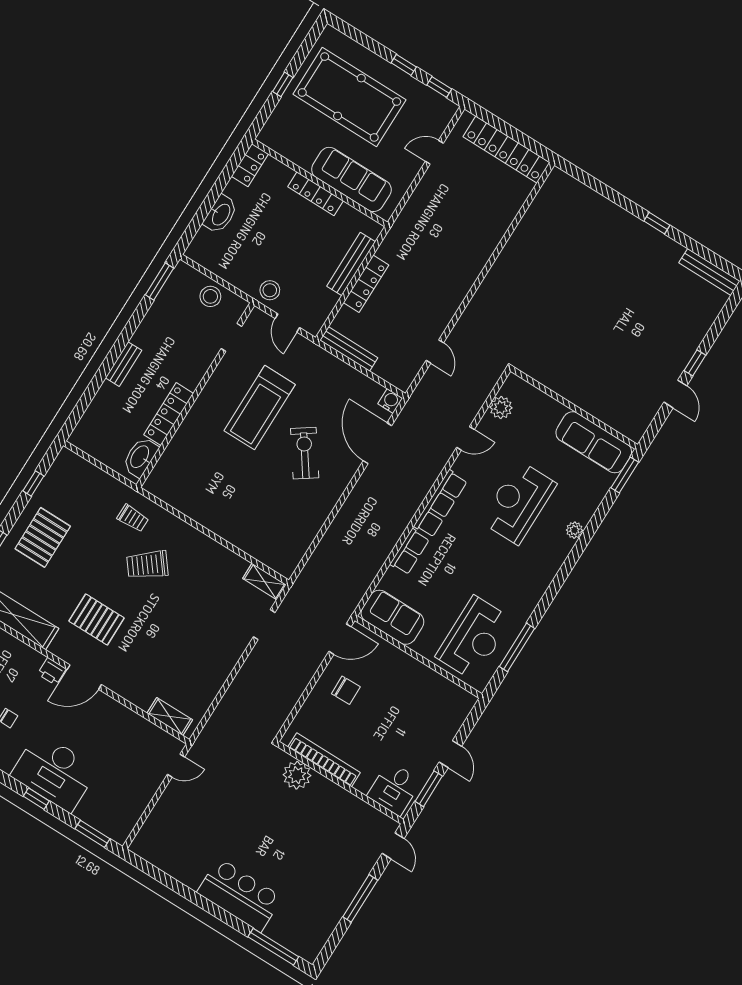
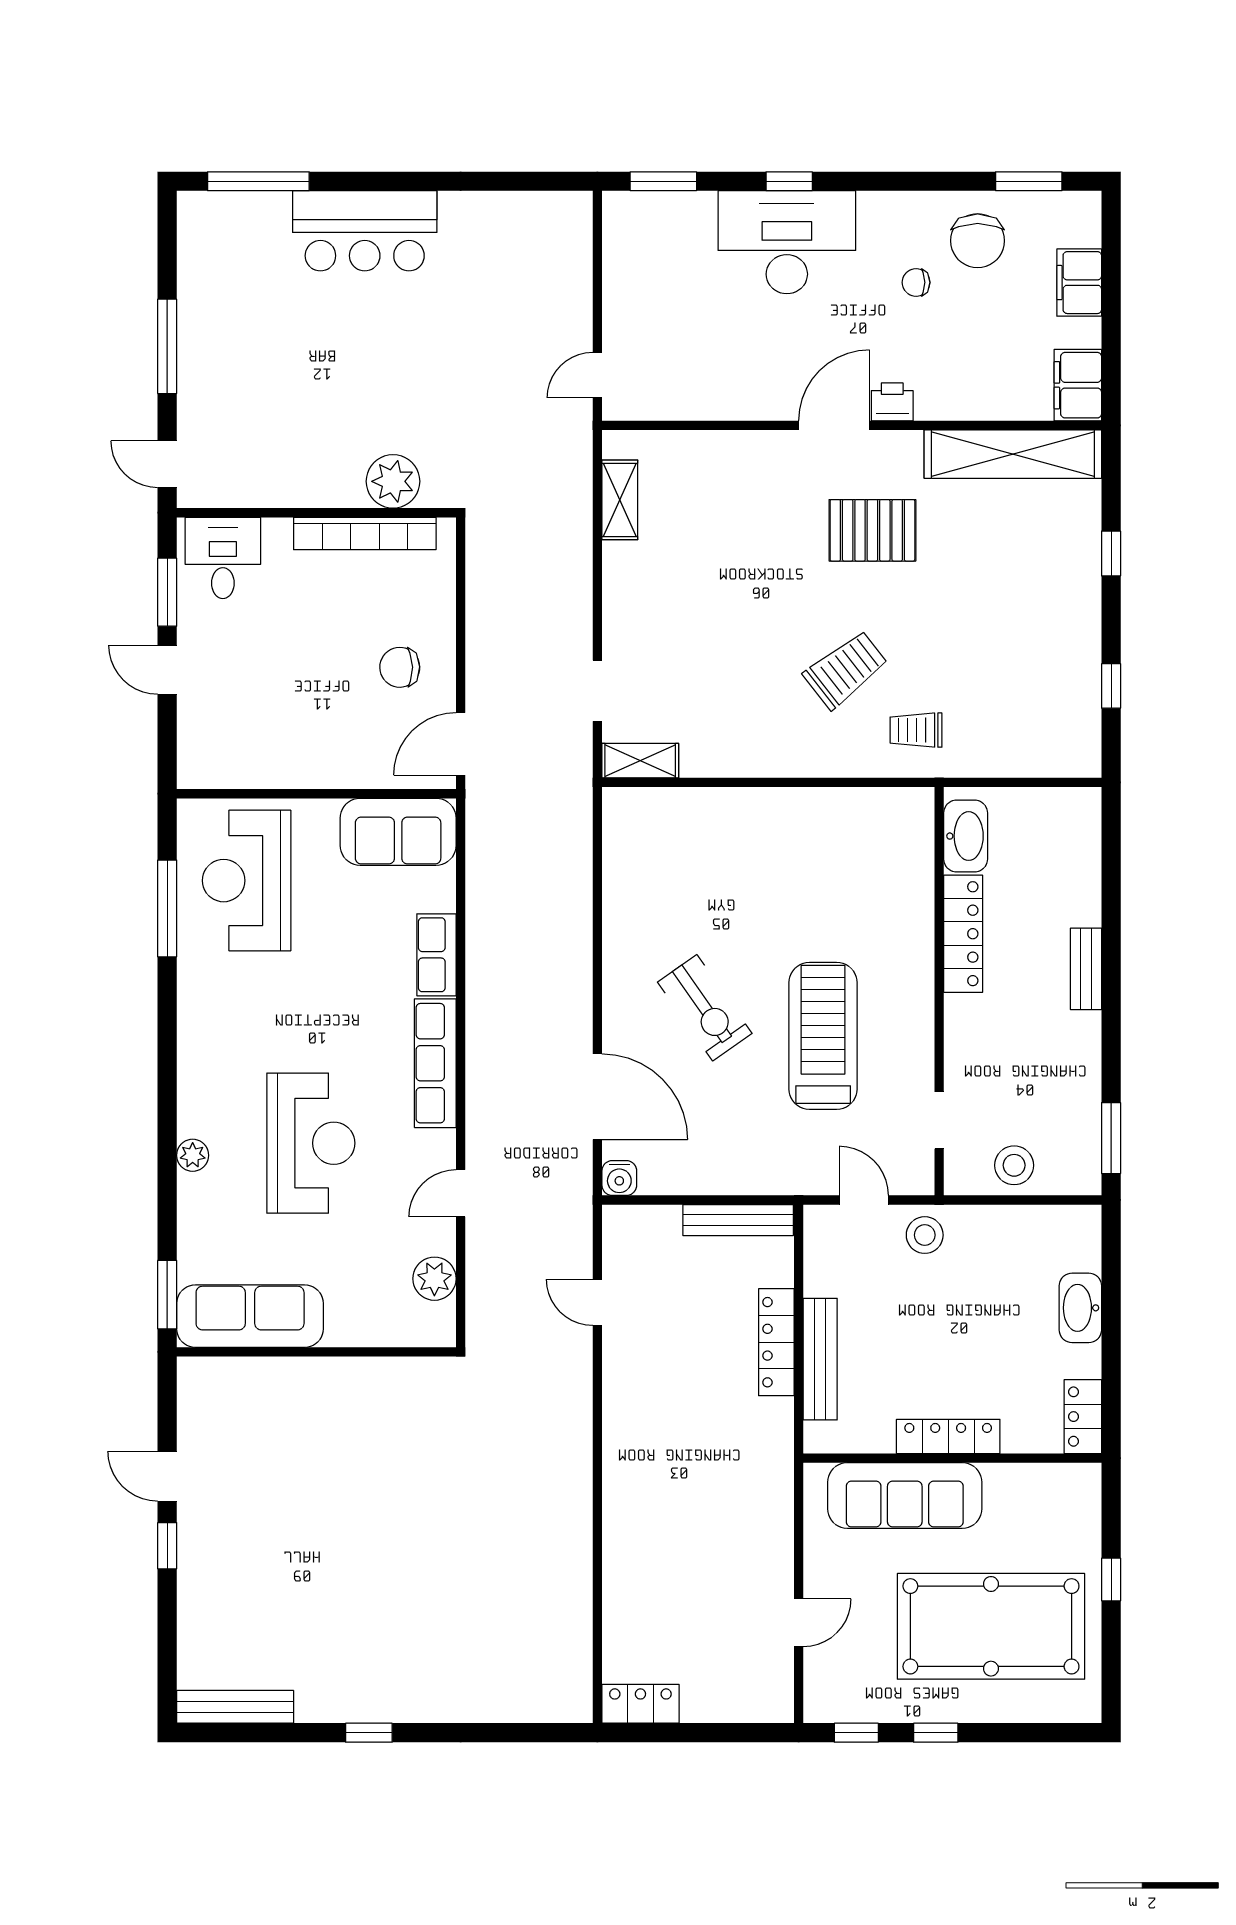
locker: (506, 150) -> (640, 1704), width x0.46, depth x0.83
pallet: (43, 537) -> (1042, 608), removed
shelving: (170, 717) -> (620, 500), moved, turned 90

